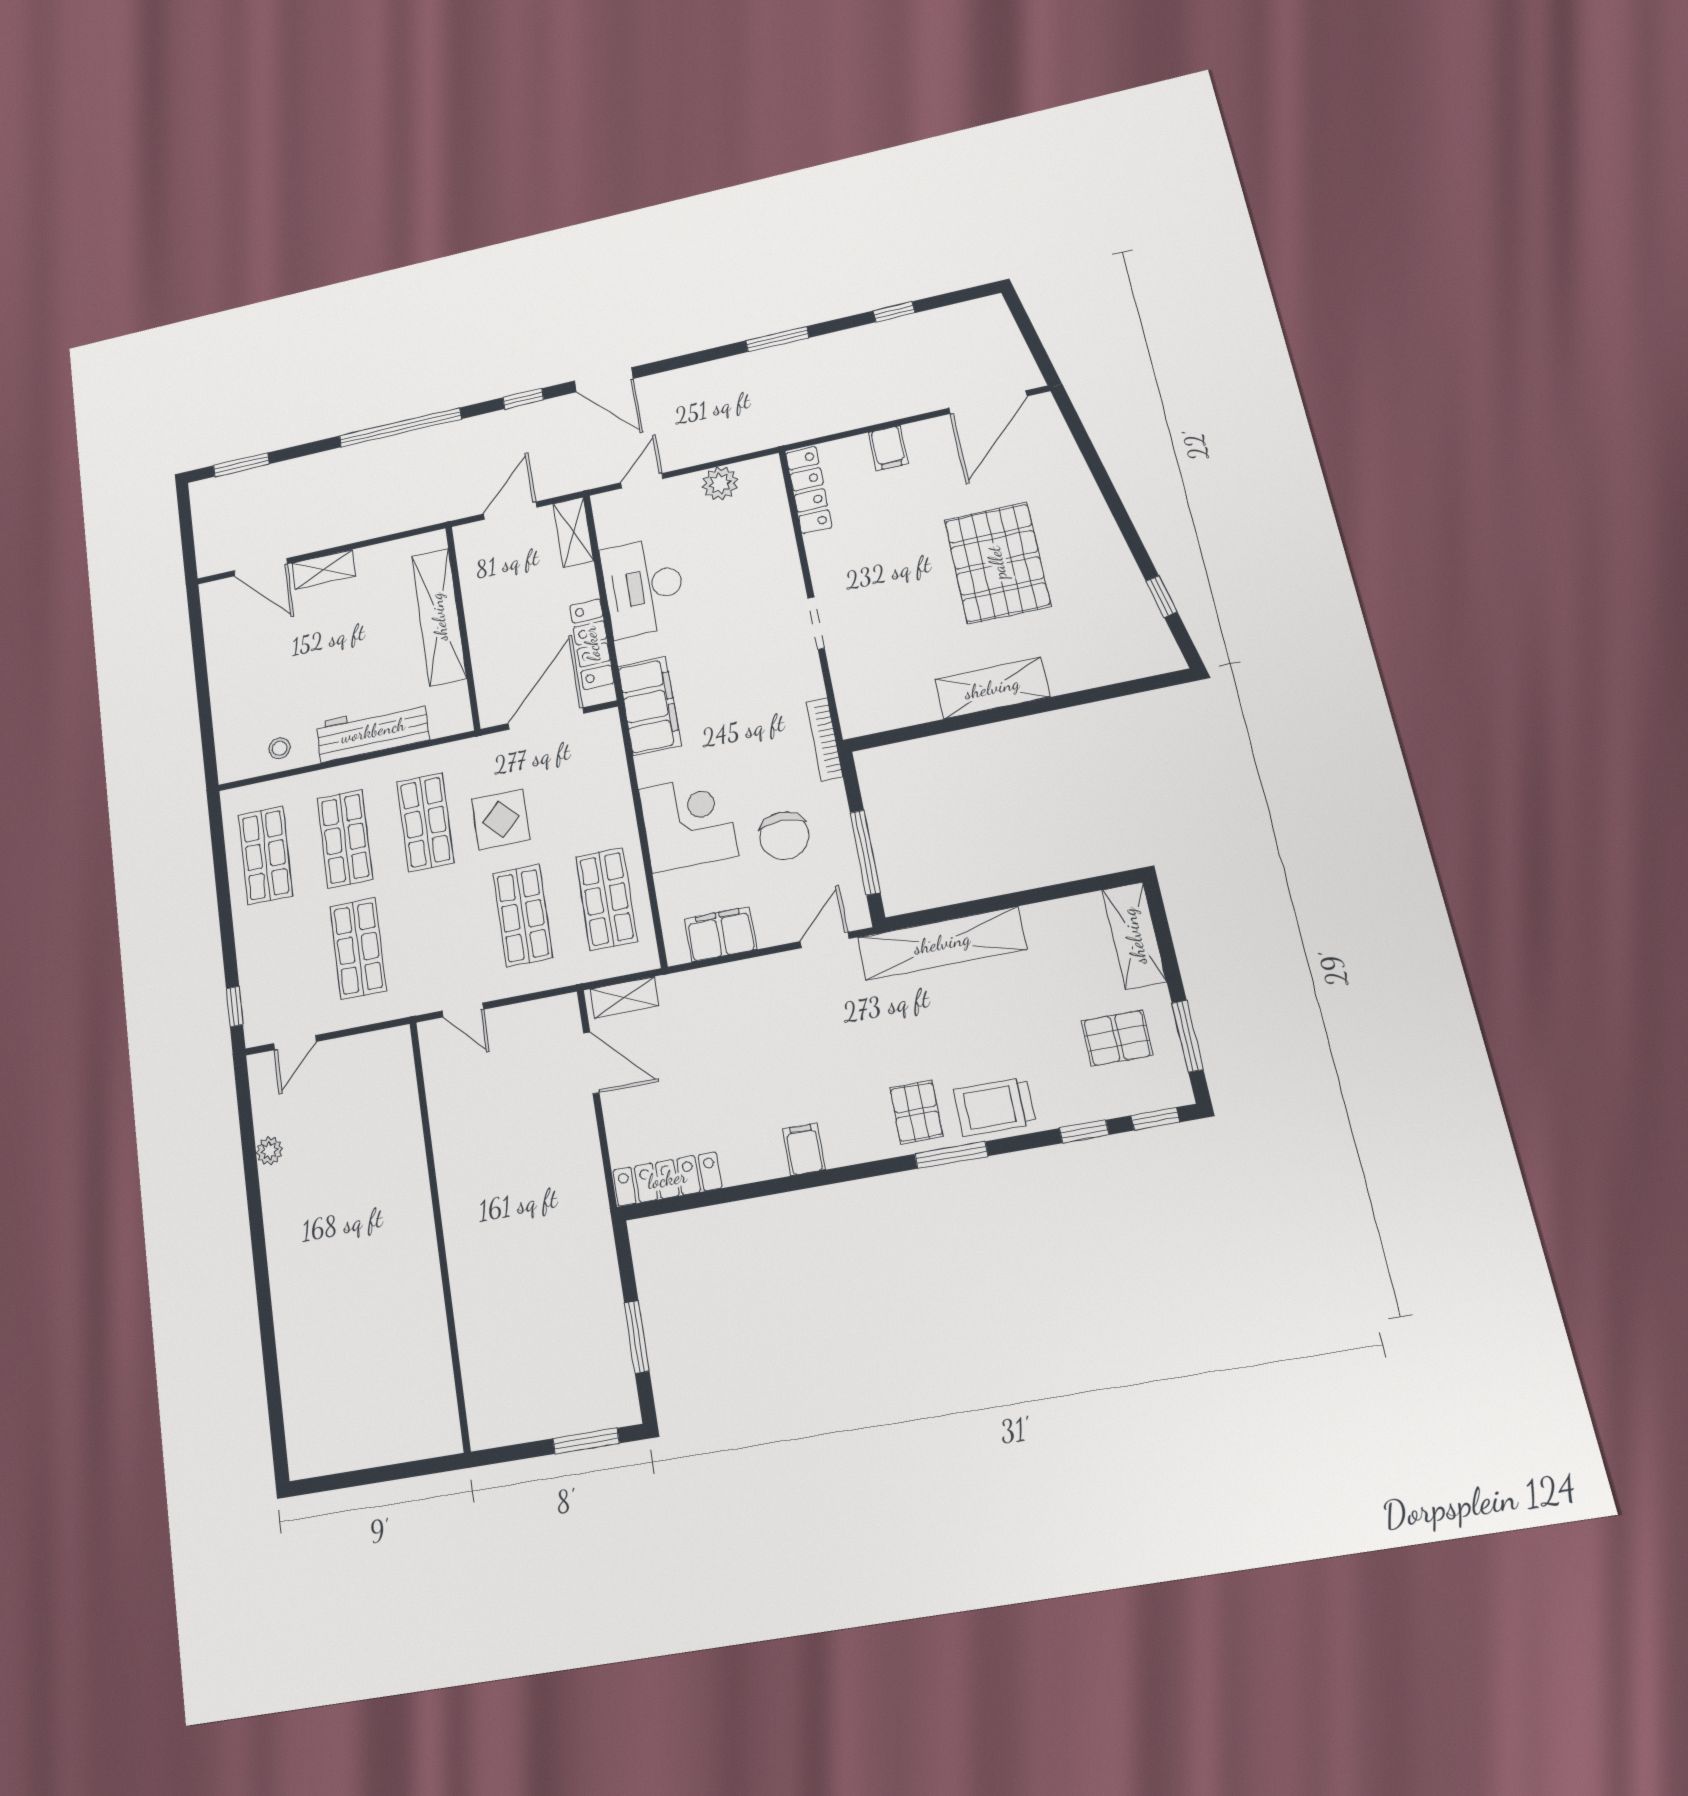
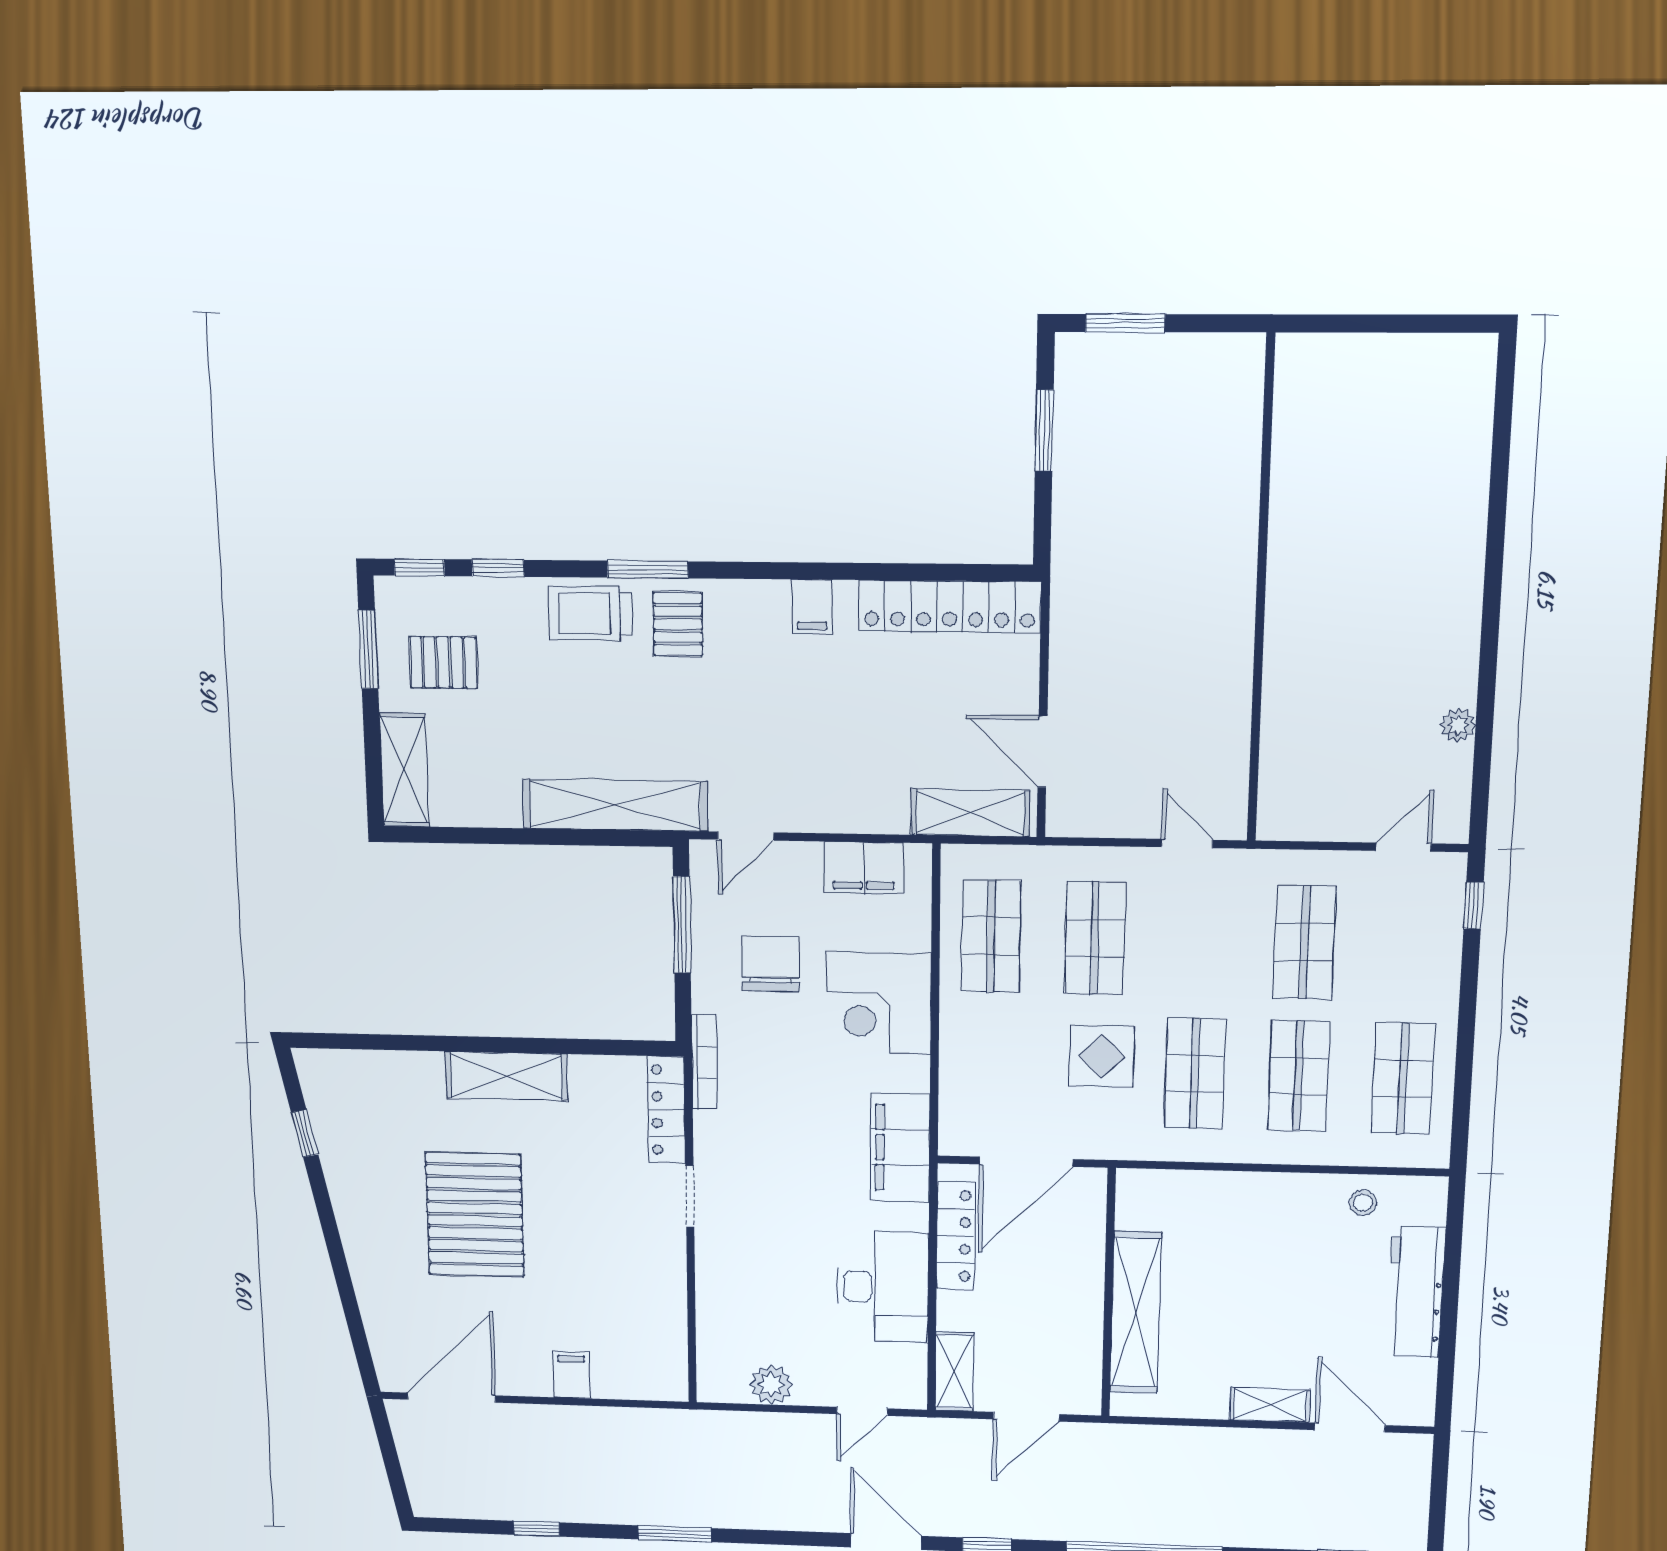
locker: (809, 490) -> (666, 1110), moved
workbench: (373, 731) -> (1416, 1292), moved, turned 90
shelving: (624, 997) -> (970, 813), width x1.50, depth x1.33
trolley: (995, 1107) -> (590, 613), turned 180
locker: (667, 1179) -> (950, 607), width x1.41, depth x1.21

